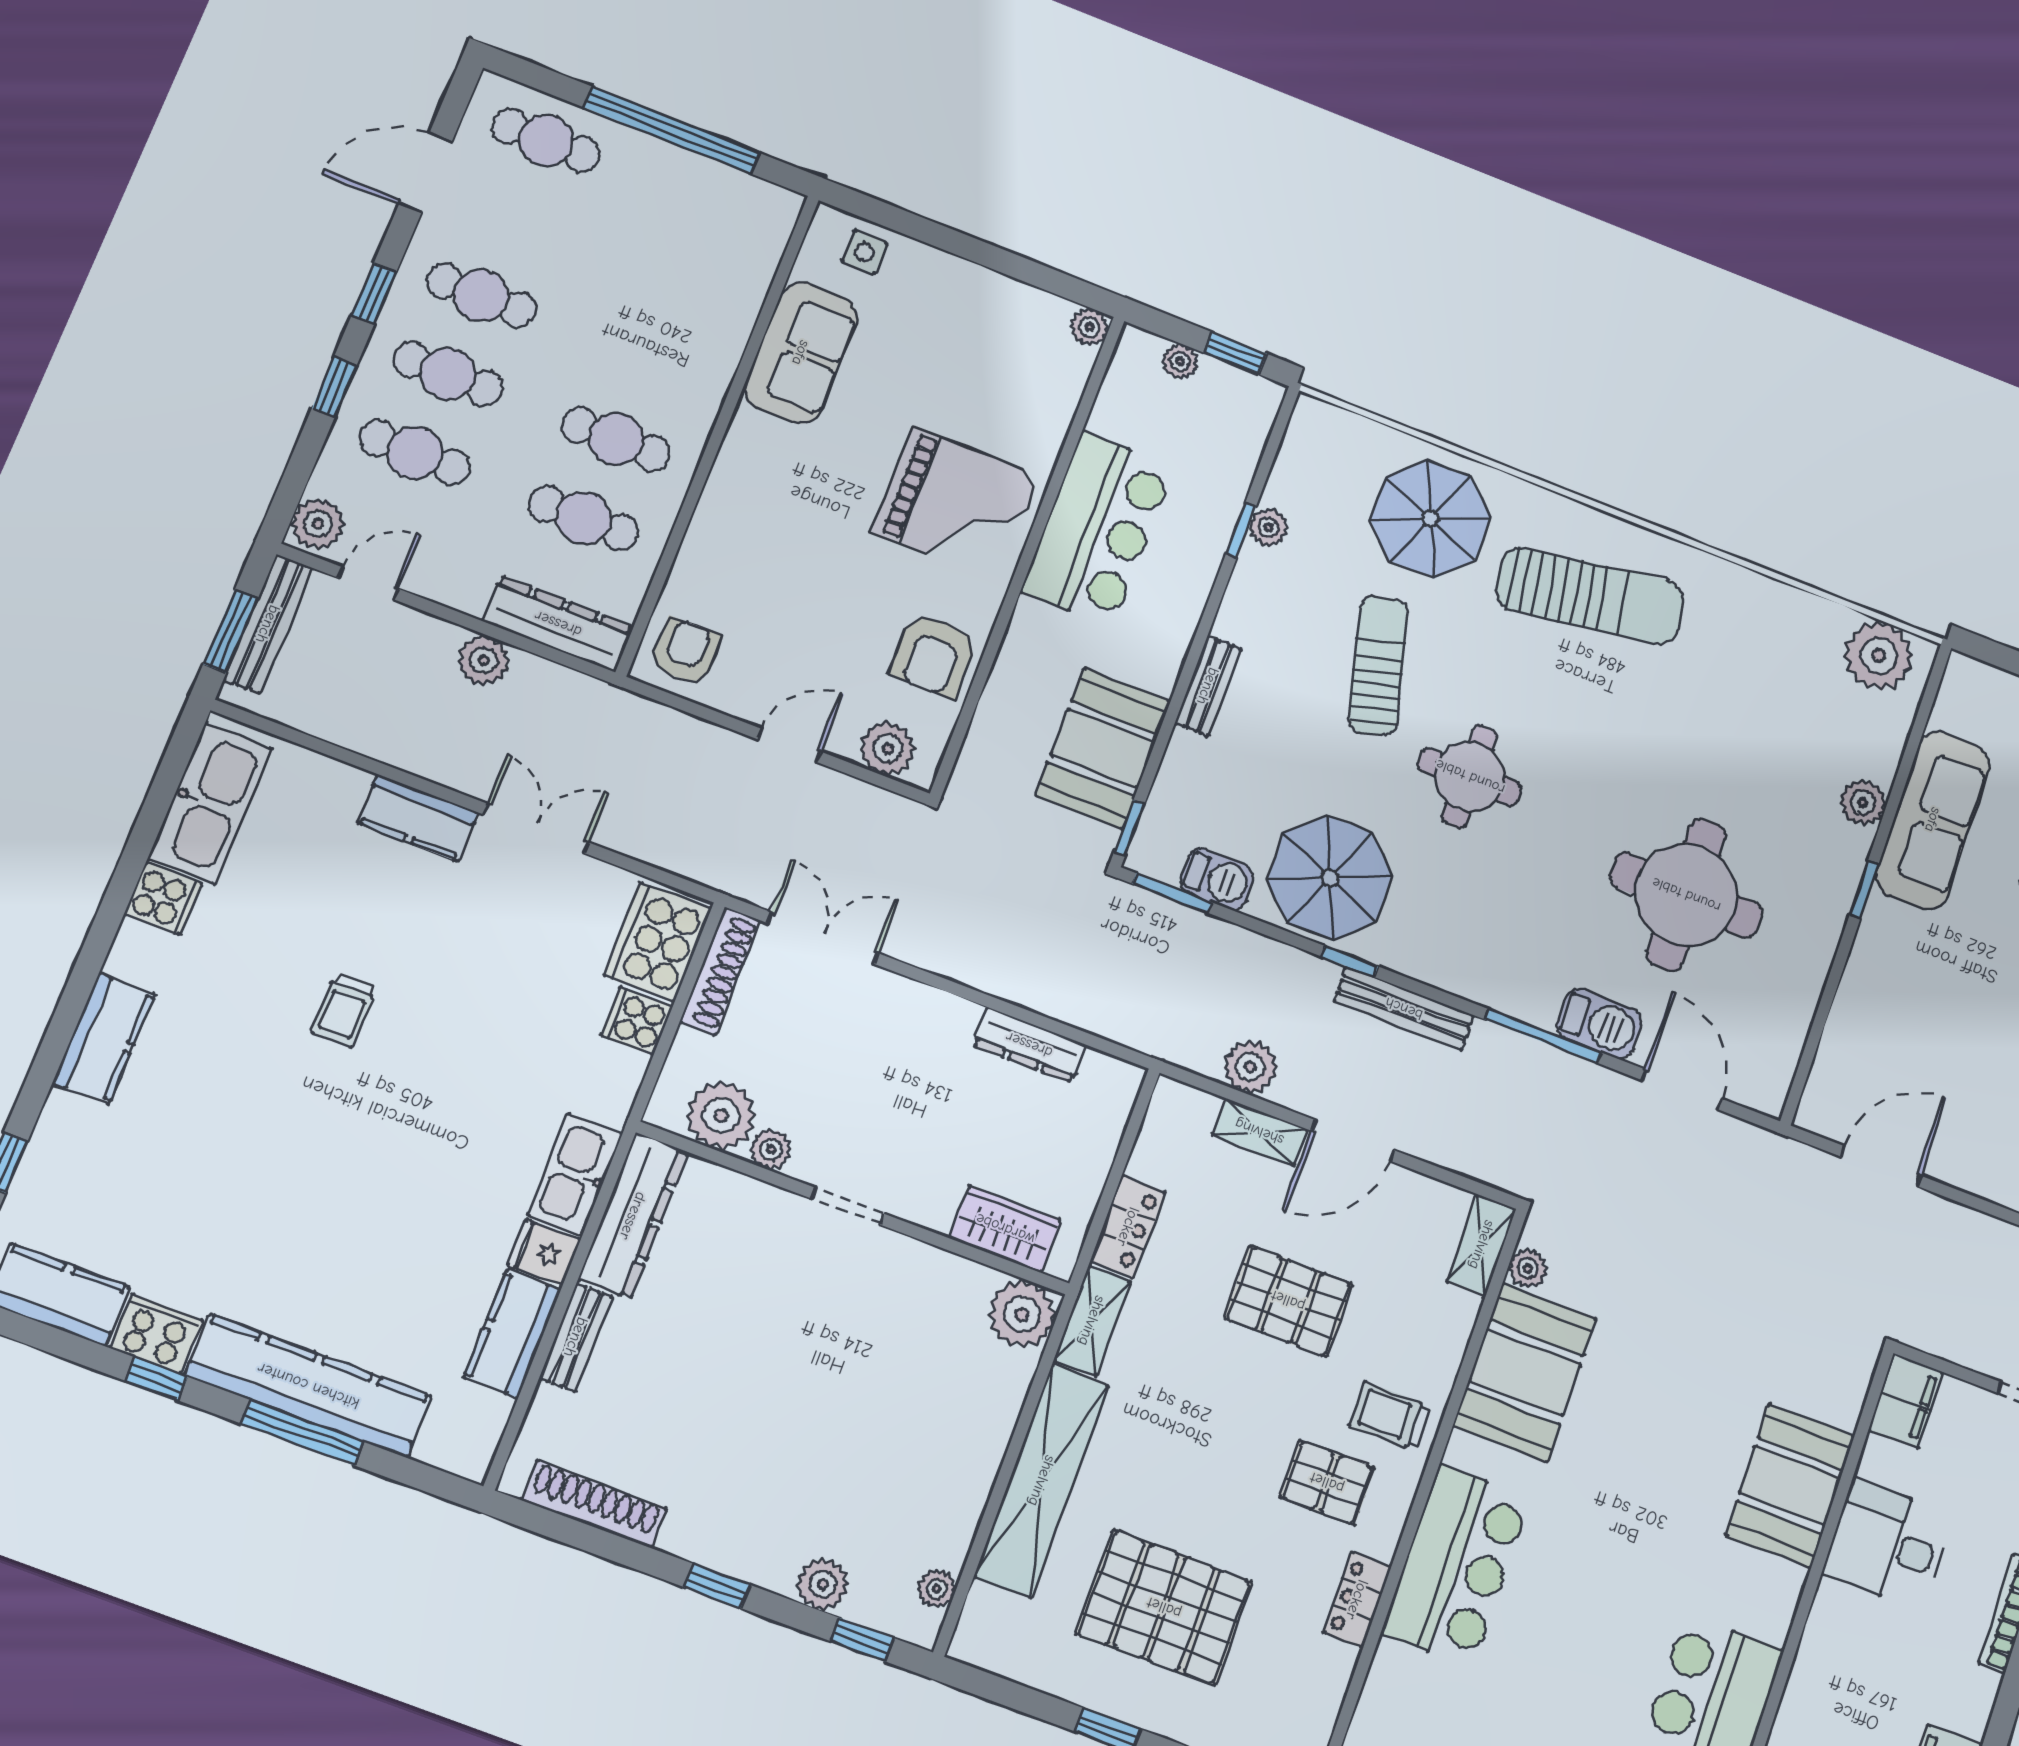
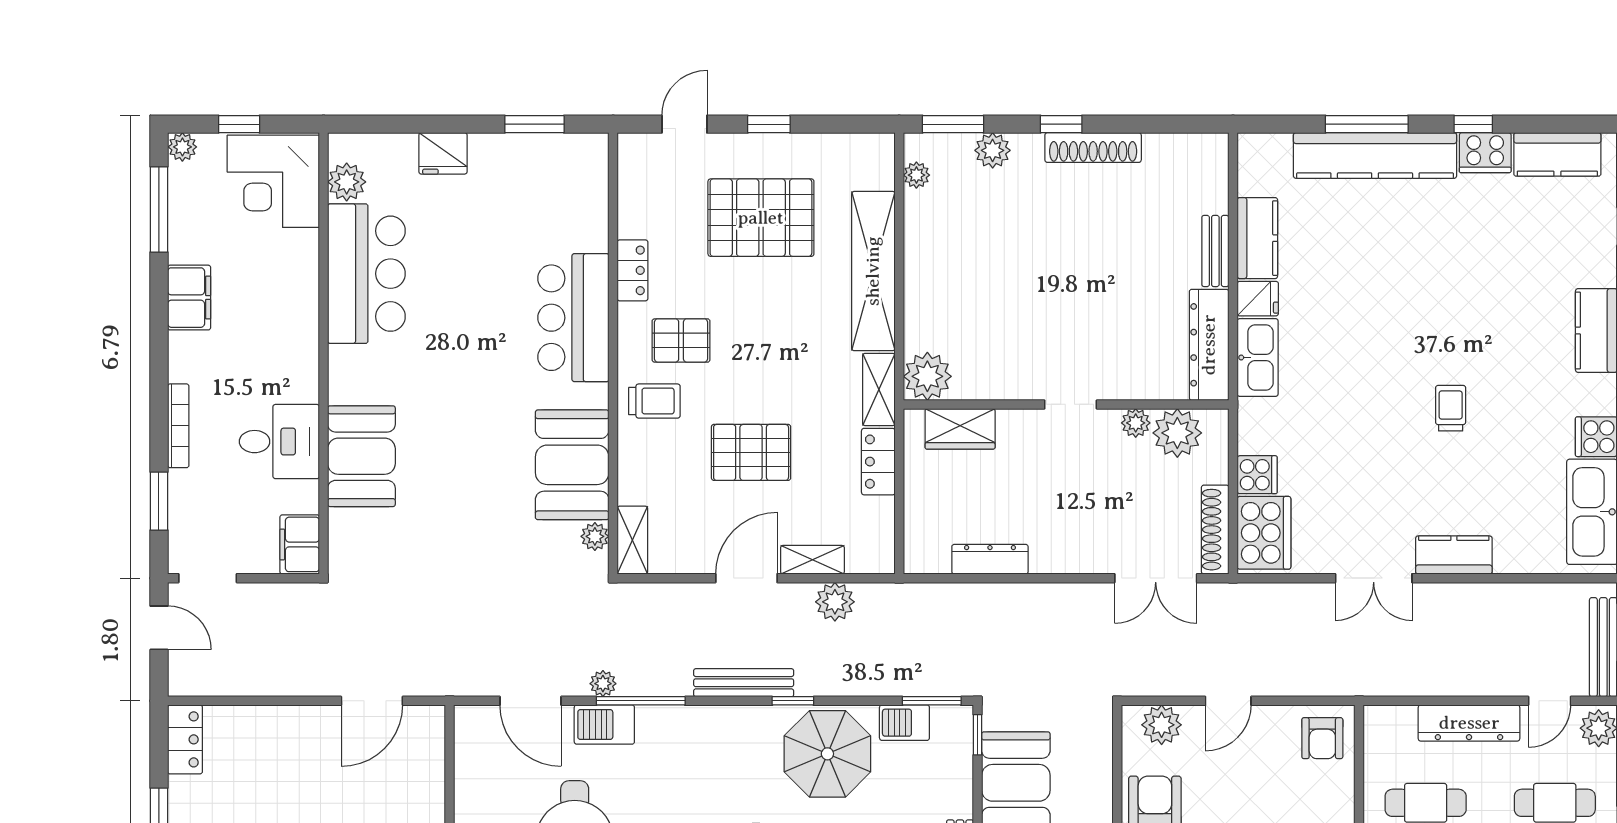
dresser: (558, 624) -> (1469, 723), moved
plant: (484, 660) -> (603, 684), moved, width x0.73, depth x0.73
shoe rack: (594, 1504) -> (1093, 148), moved
window: (862, 1640) -> (953, 124), width x1.50

